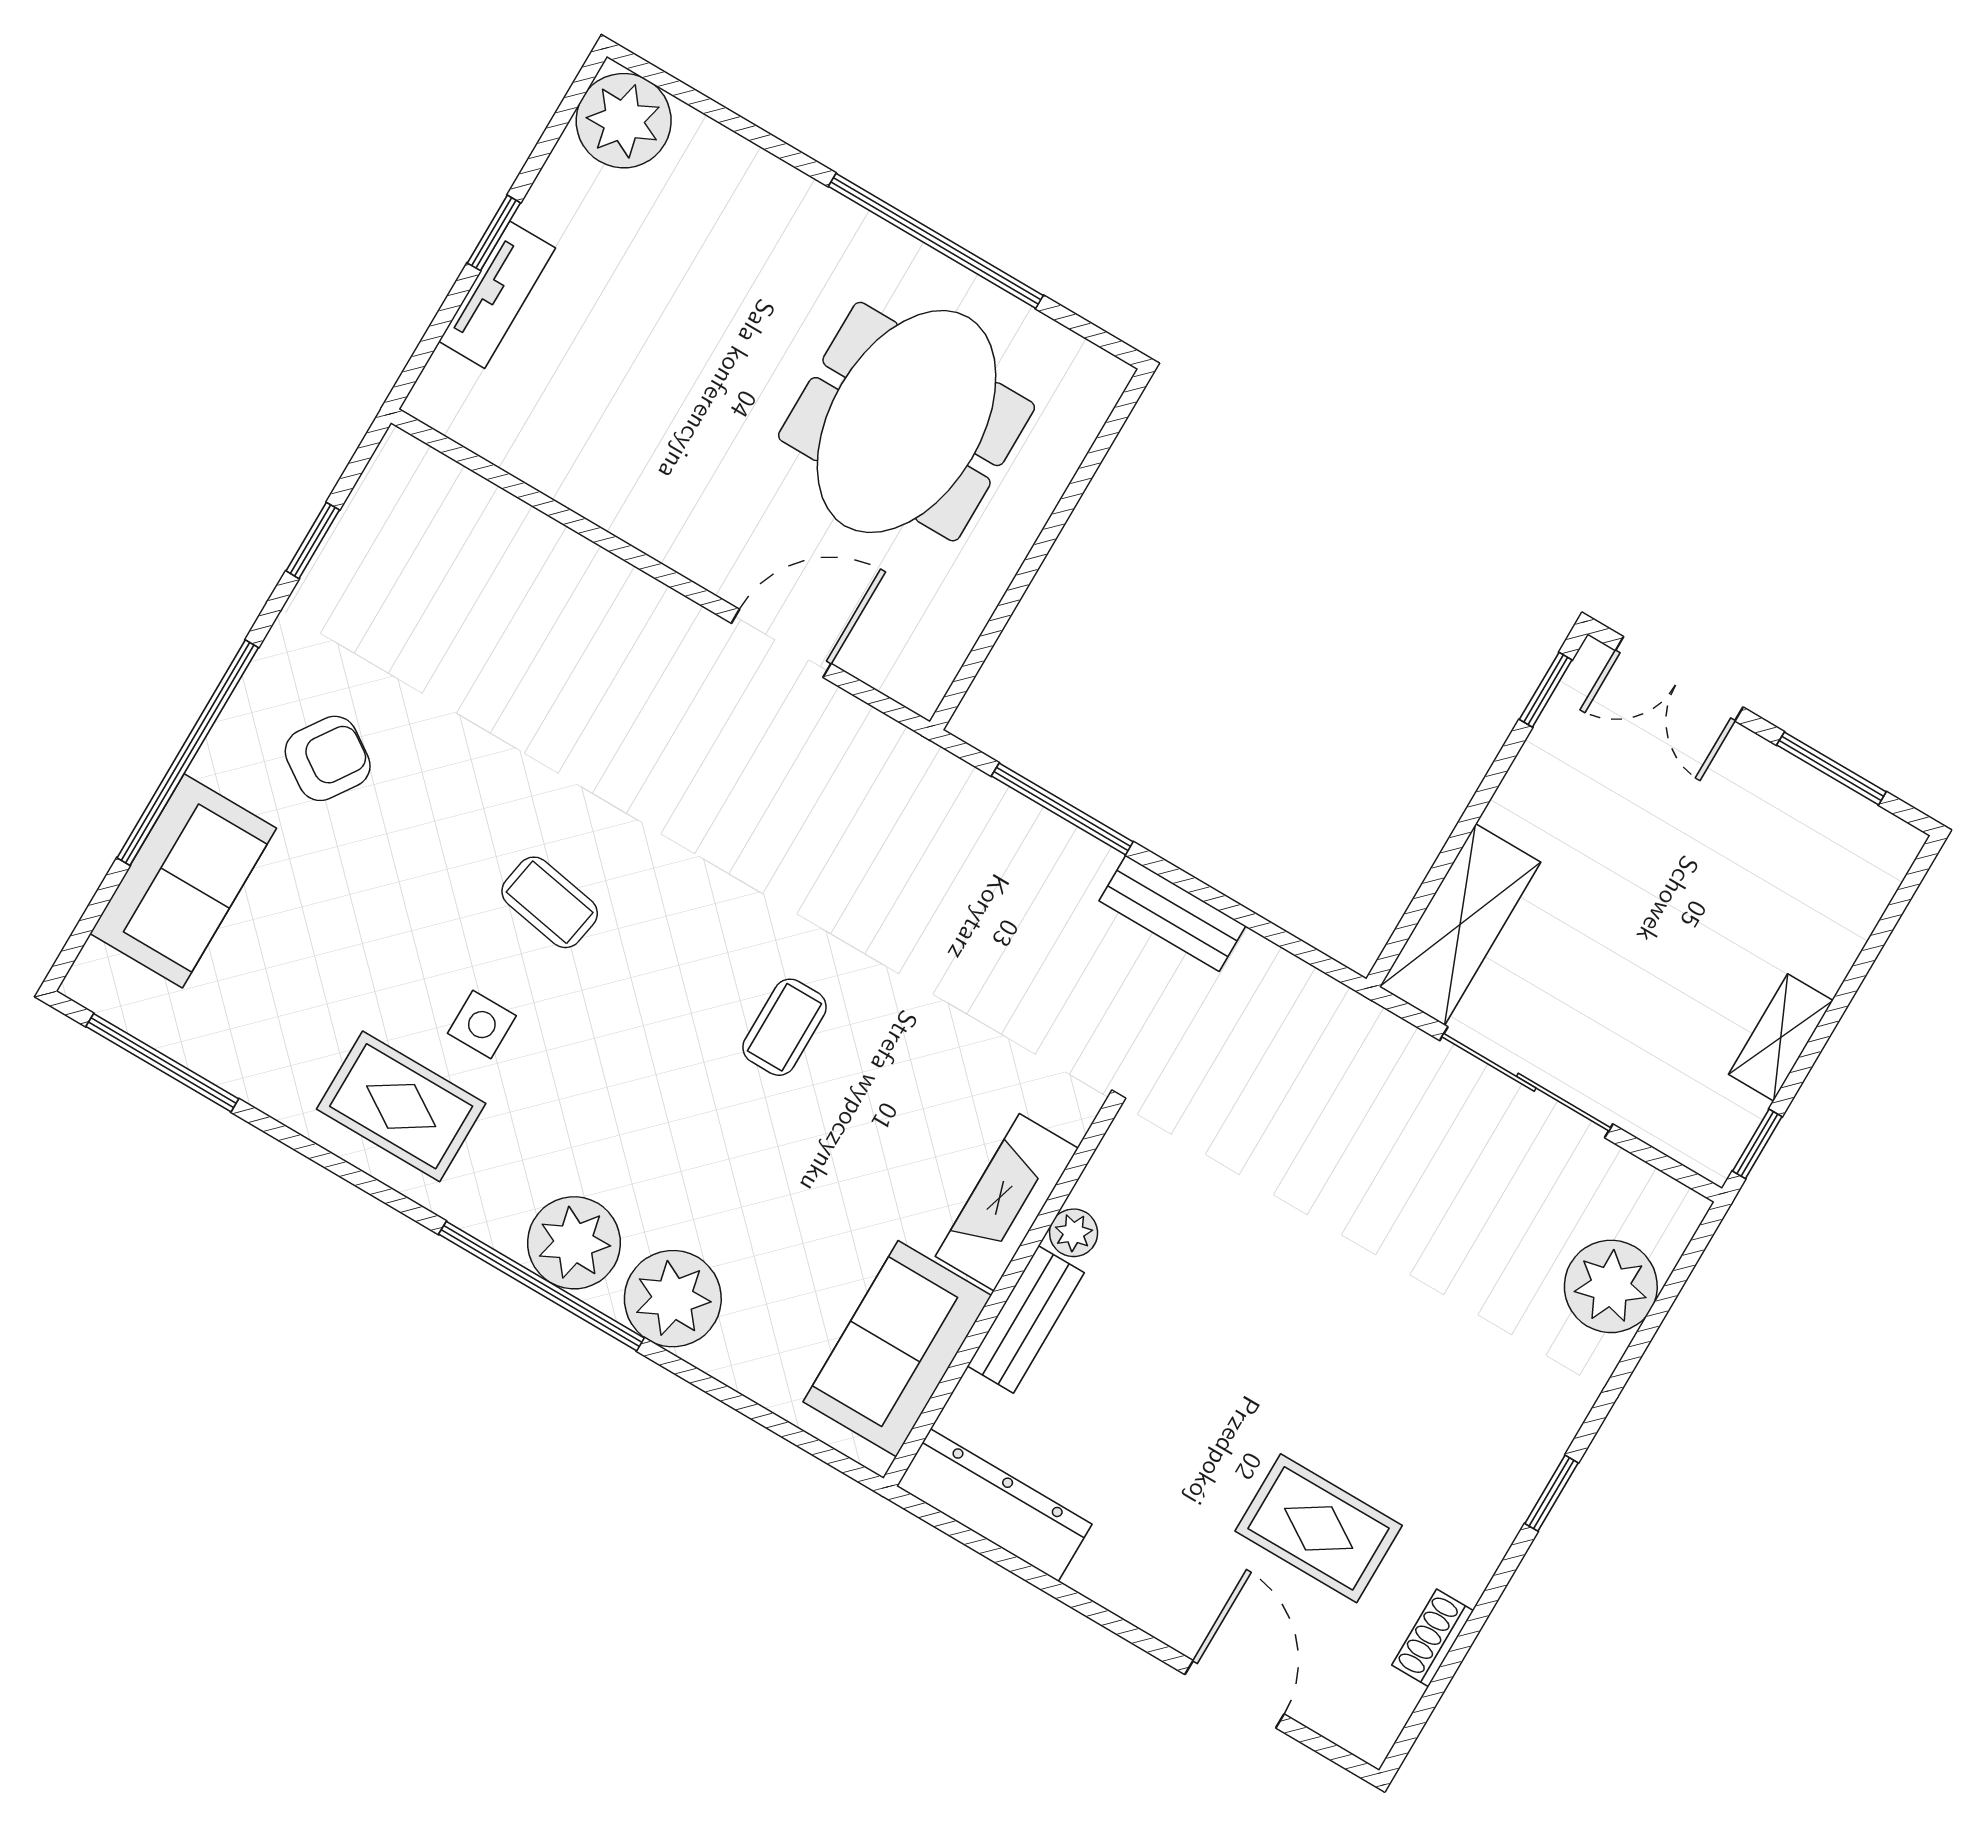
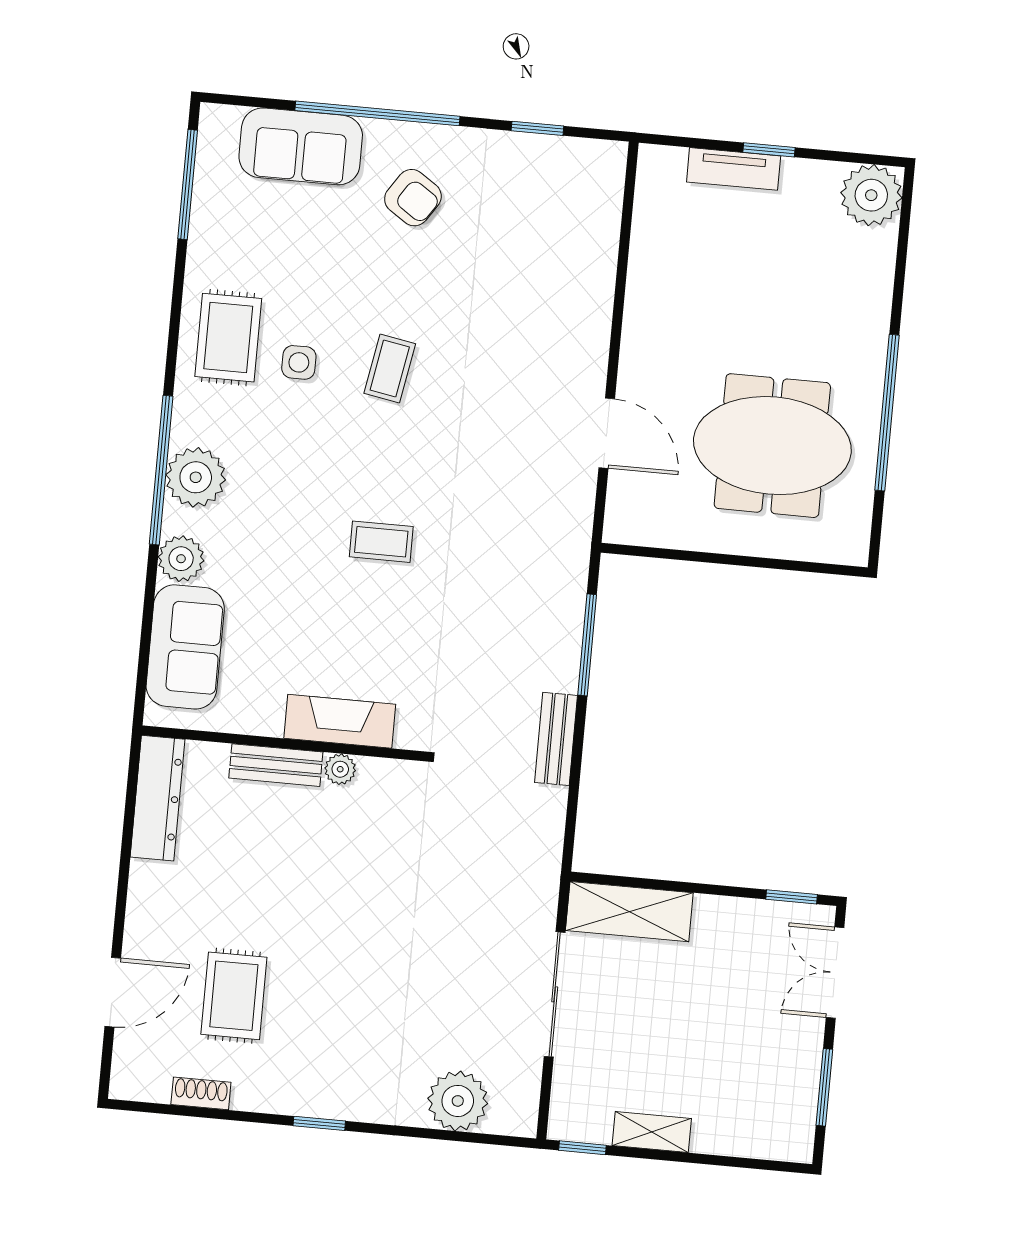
plant: (673, 1299) -> (181, 559), width x0.73, depth x0.73
sofa: (897, 1349) -> (185, 647), moved, turned 90

